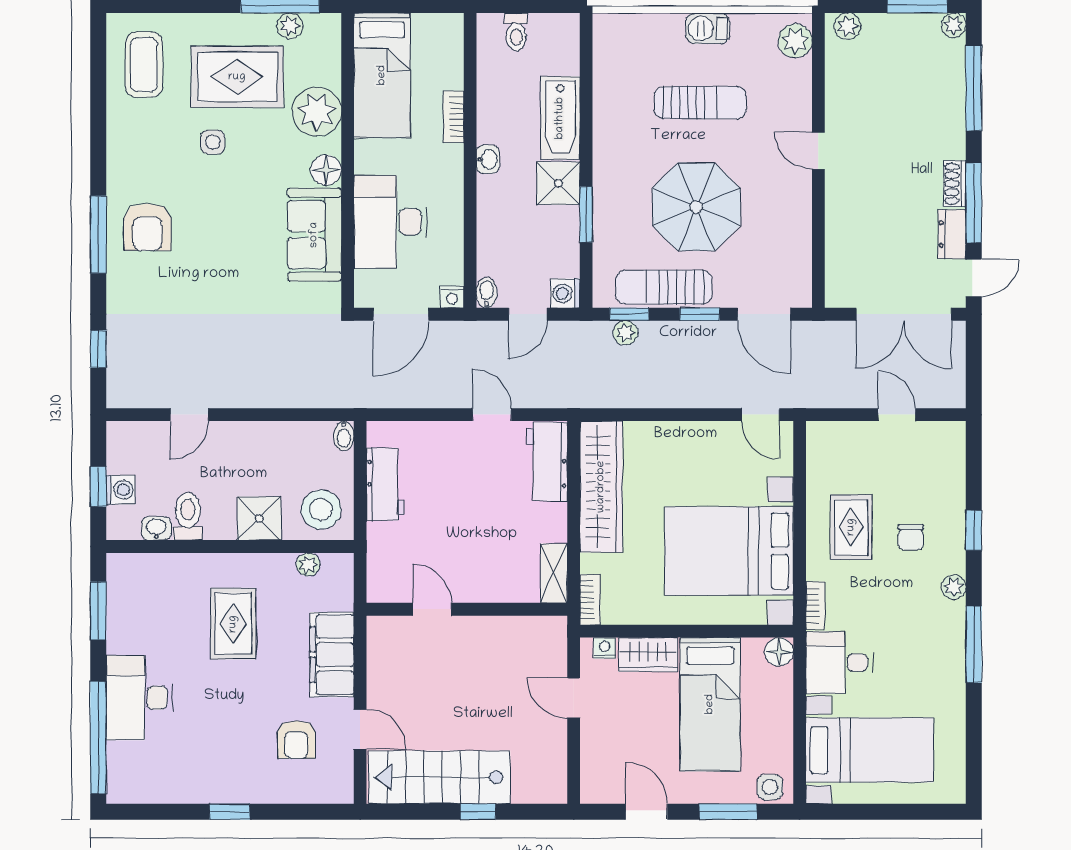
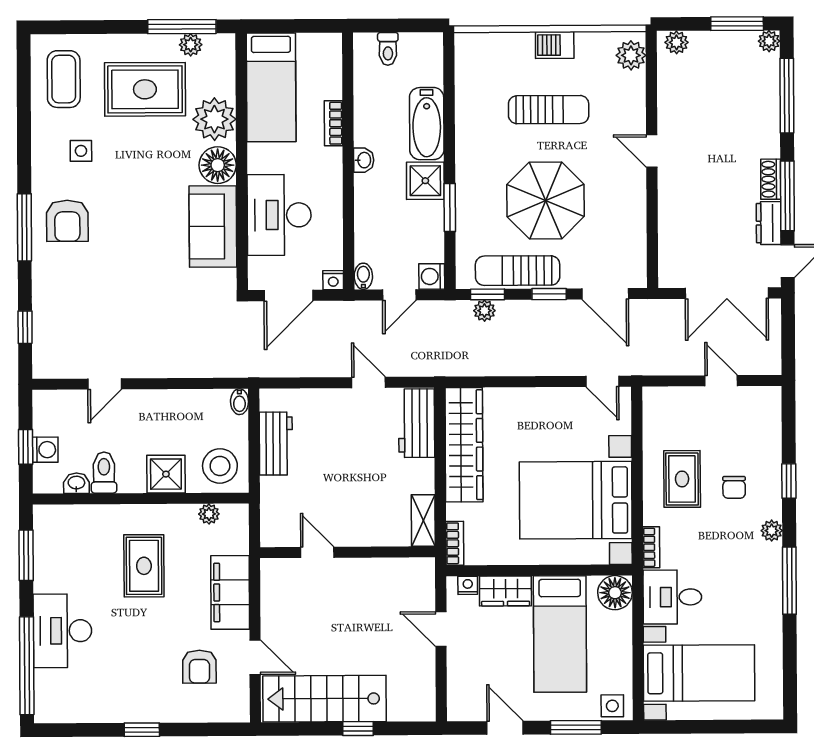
side table: (213, 142) -> (81, 151), moved
floor lamp: (326, 170) -> (218, 165), width x1.38, depth x1.38
floor lamp: (779, 652) -> (615, 593), width x1.38, depth x1.38

